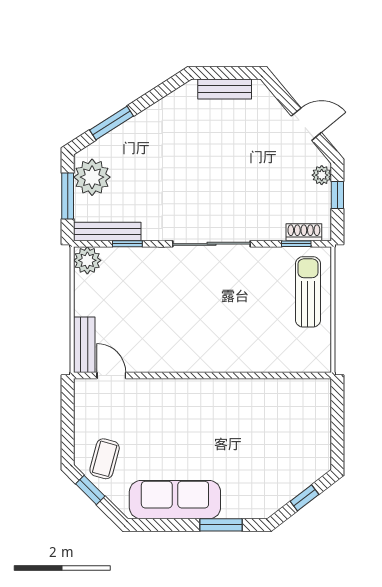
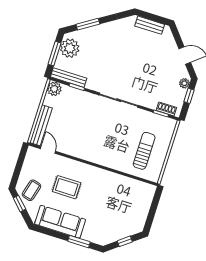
sun lounger: (308, 292) -> (144, 151), moved
bench: (84, 345) -> (41, 125), width x1.36
rug: (167, 433) -> (67, 187), added

